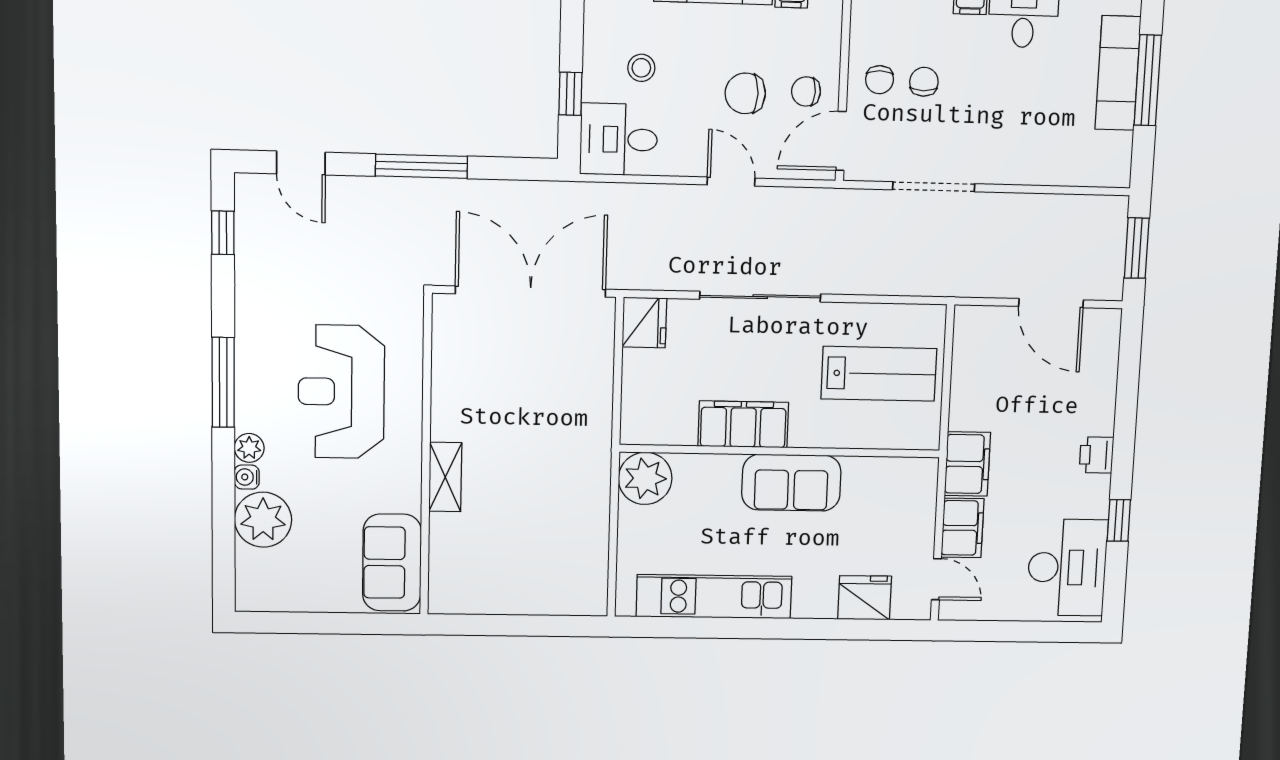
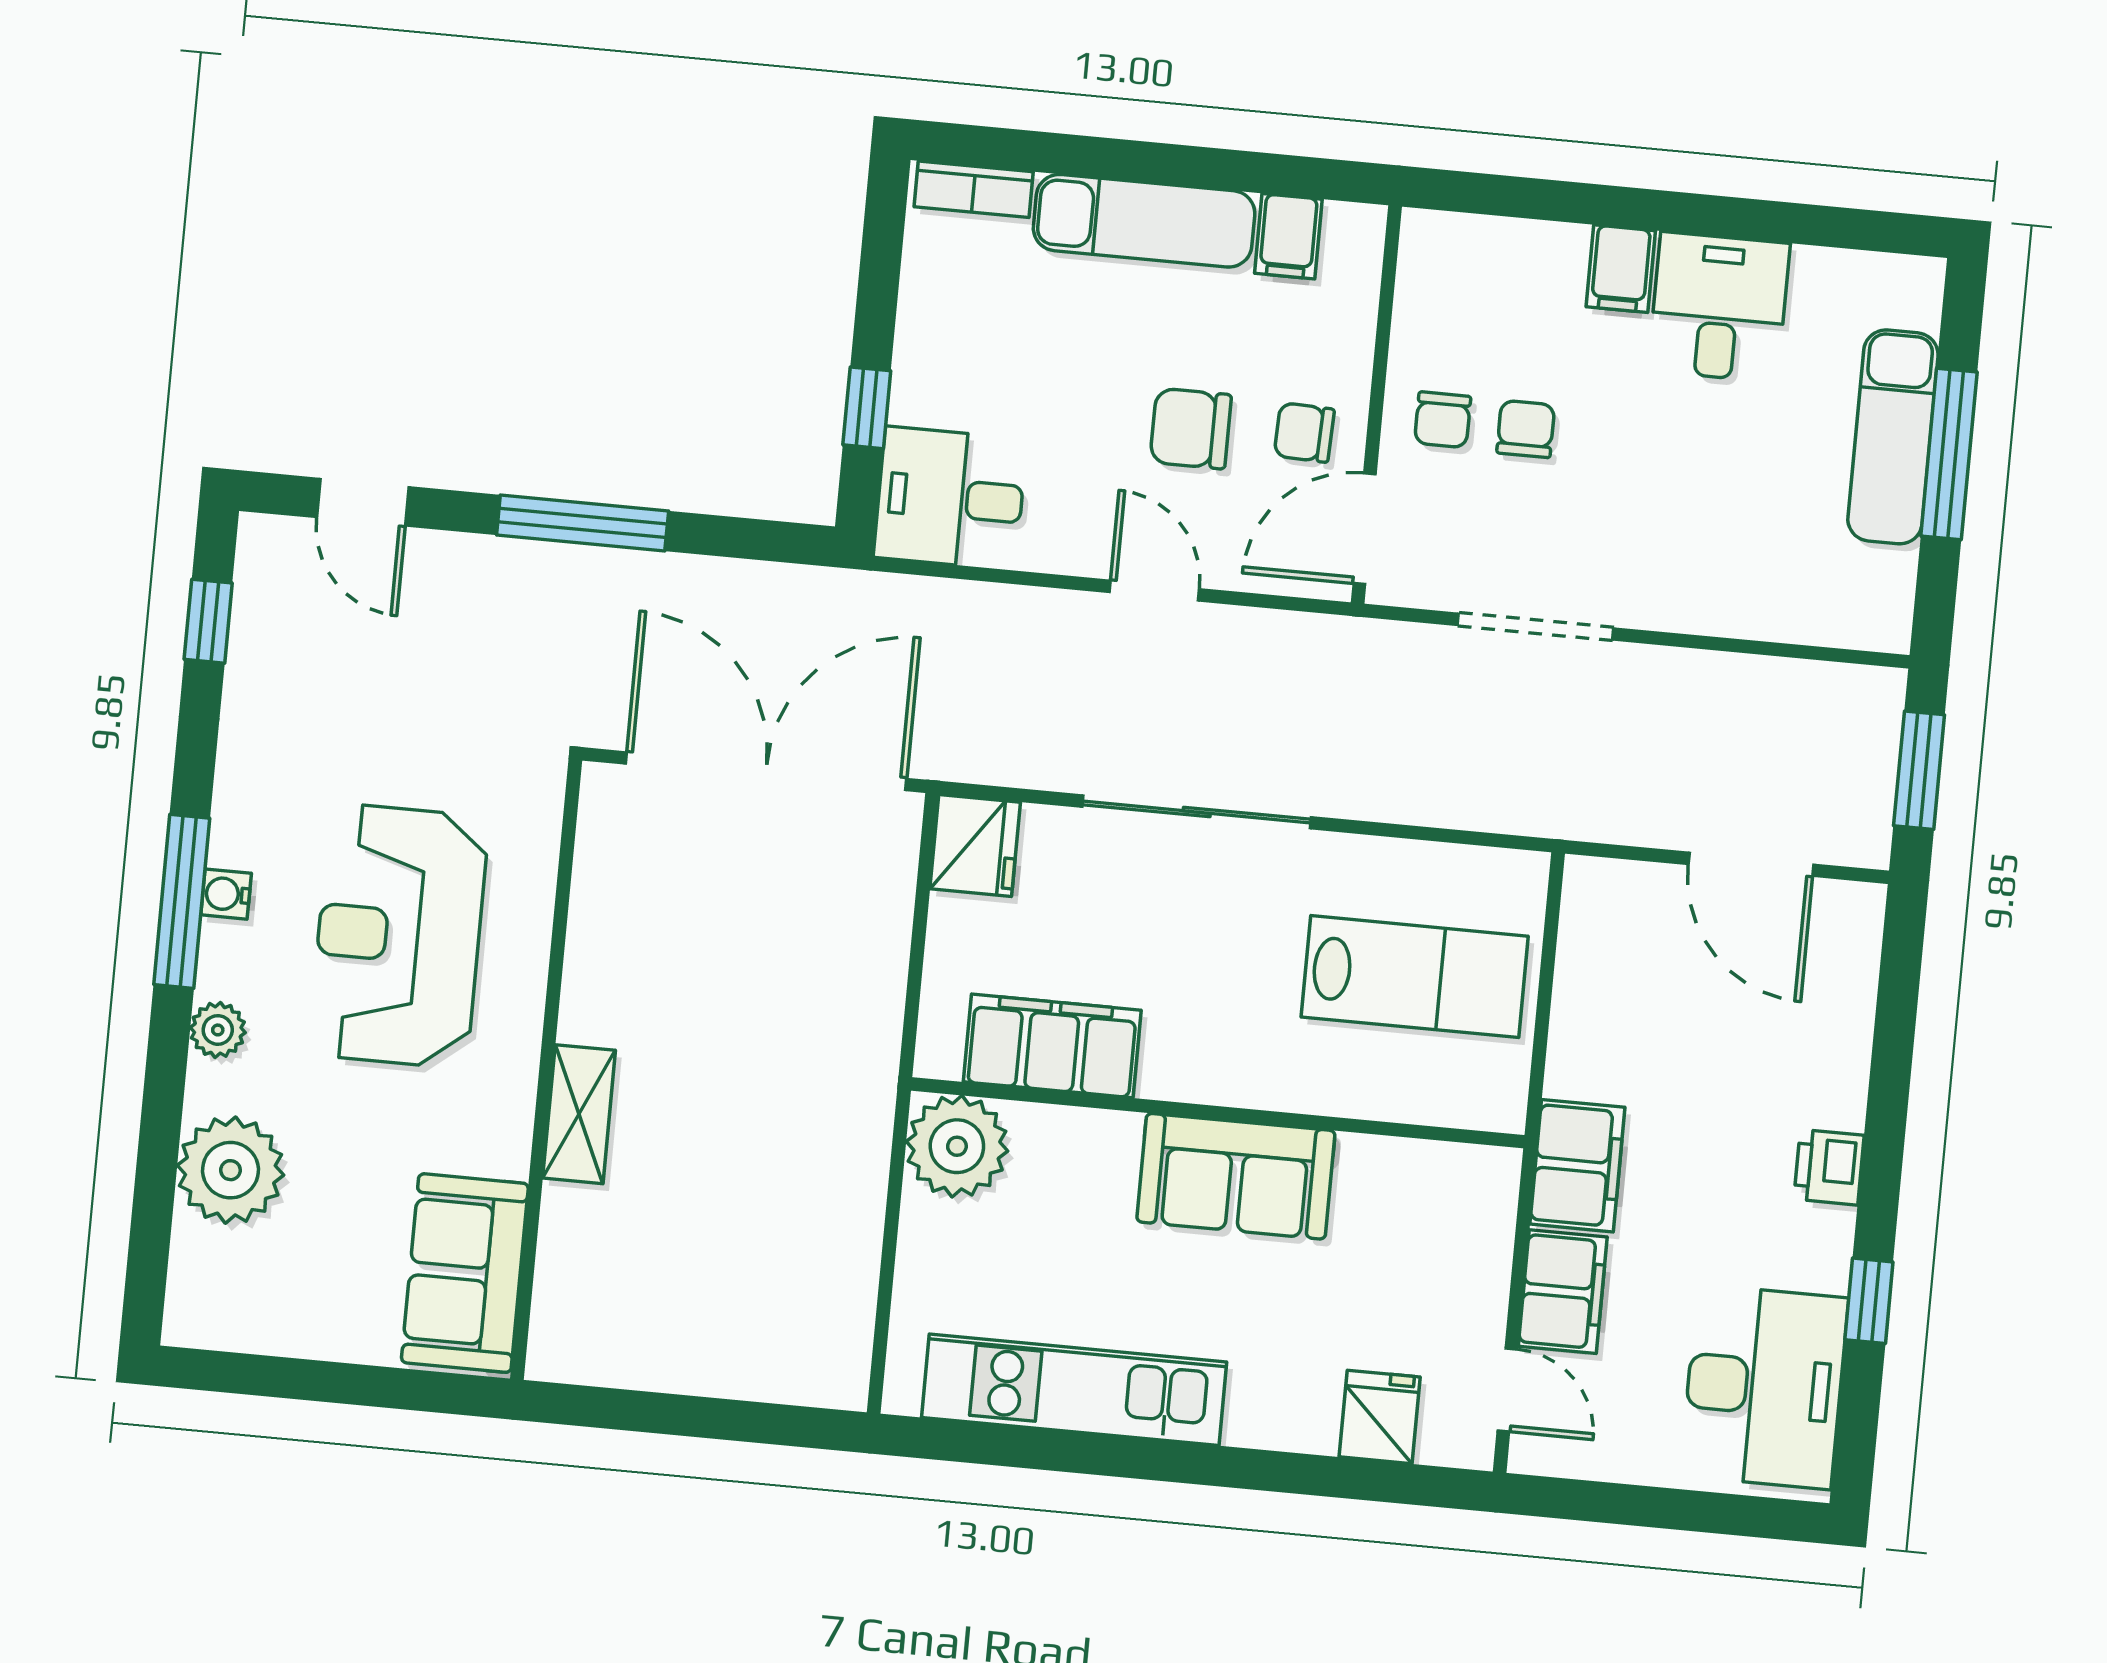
stool: (641, 68) -> (1001, 369), removed
filing cabinet: (743, 424) -> (1052, 1046), moved
water cooler: (247, 477) -> (226, 894), moved
fridge: (865, 598) -> (1380, 1417), width x0.72

